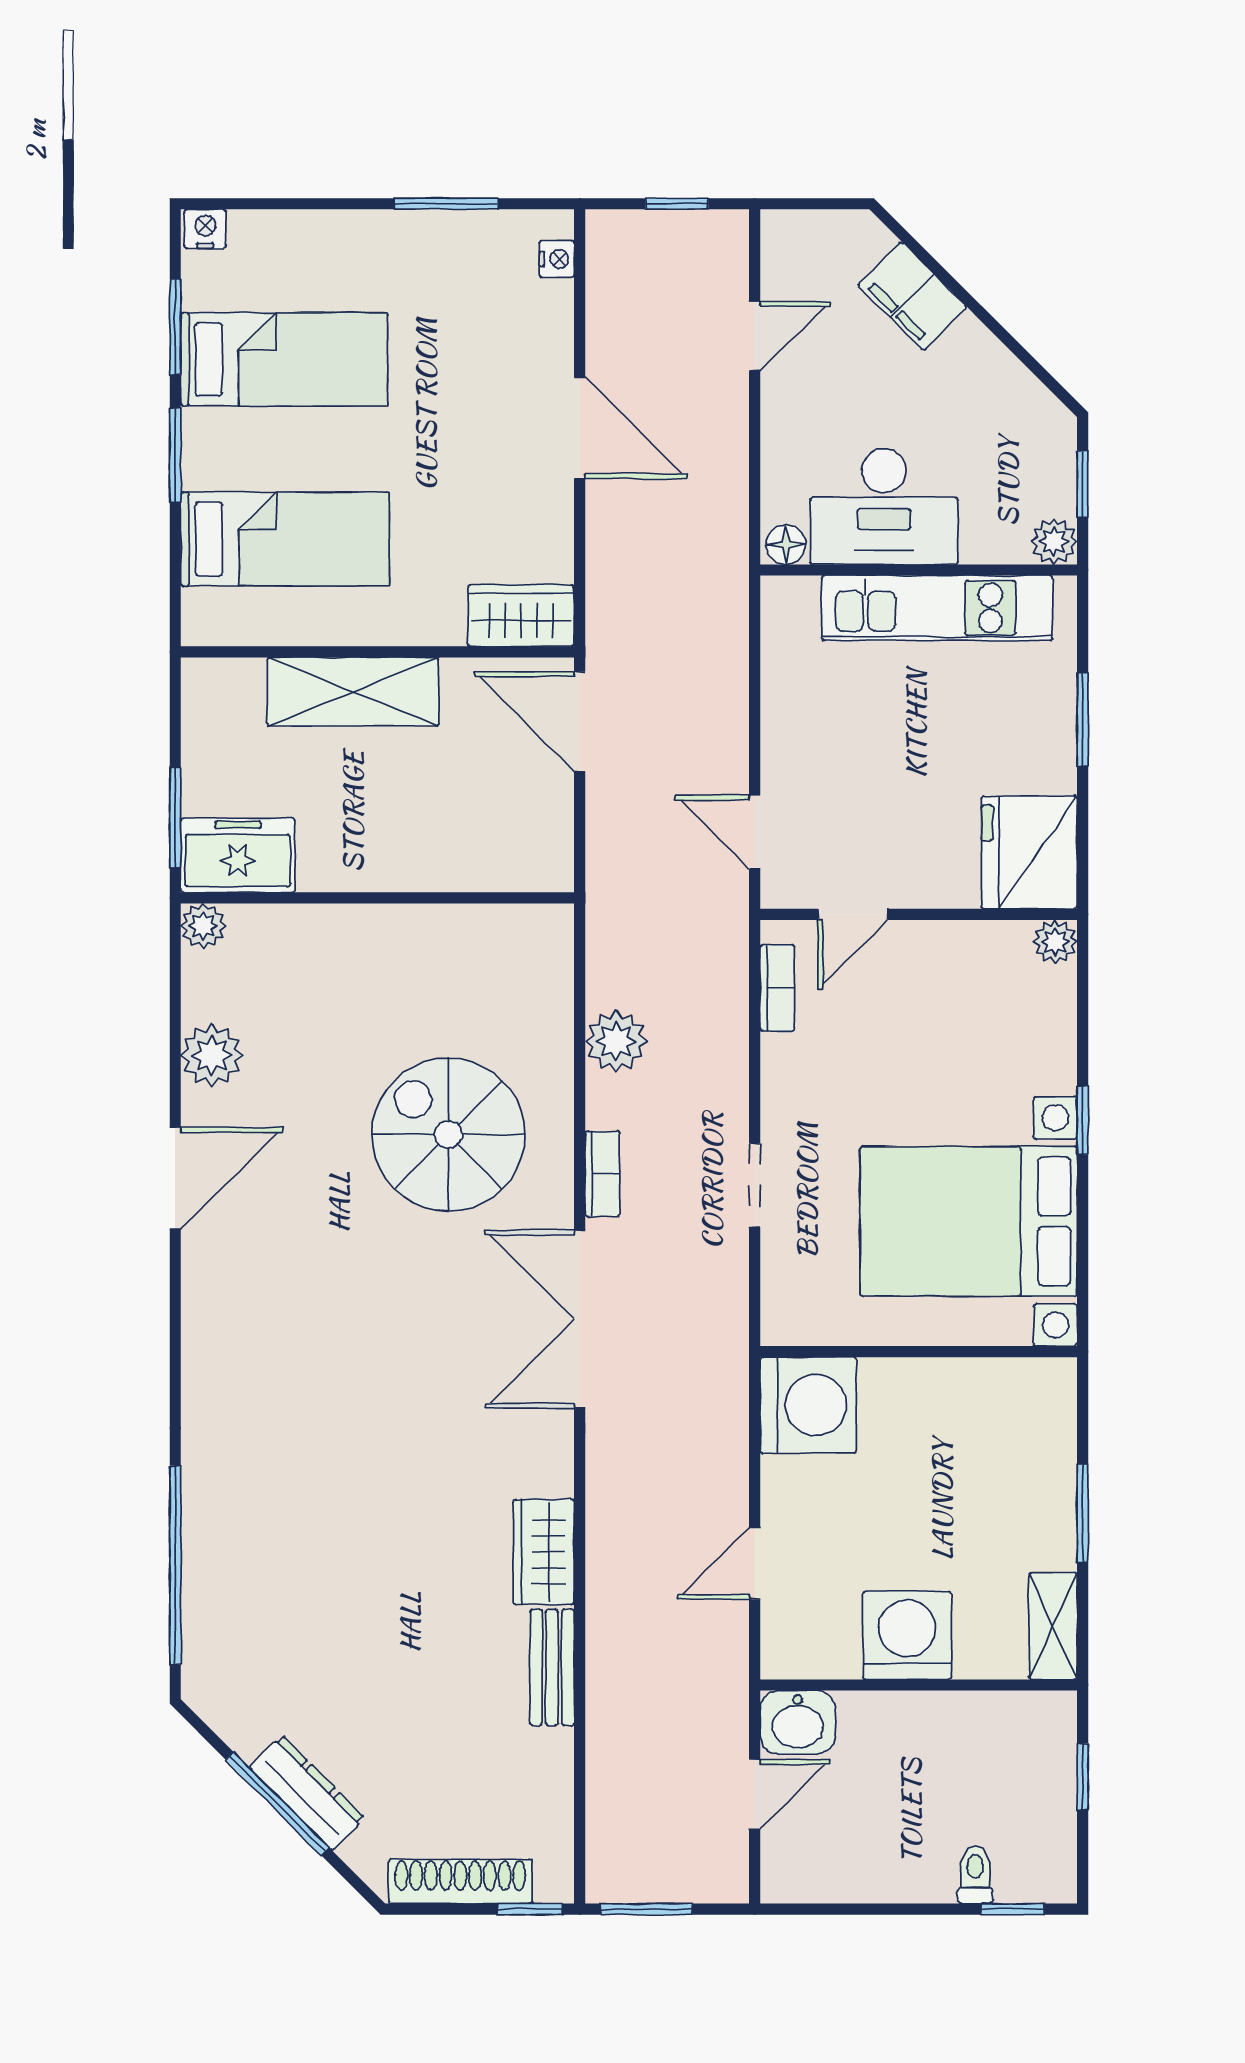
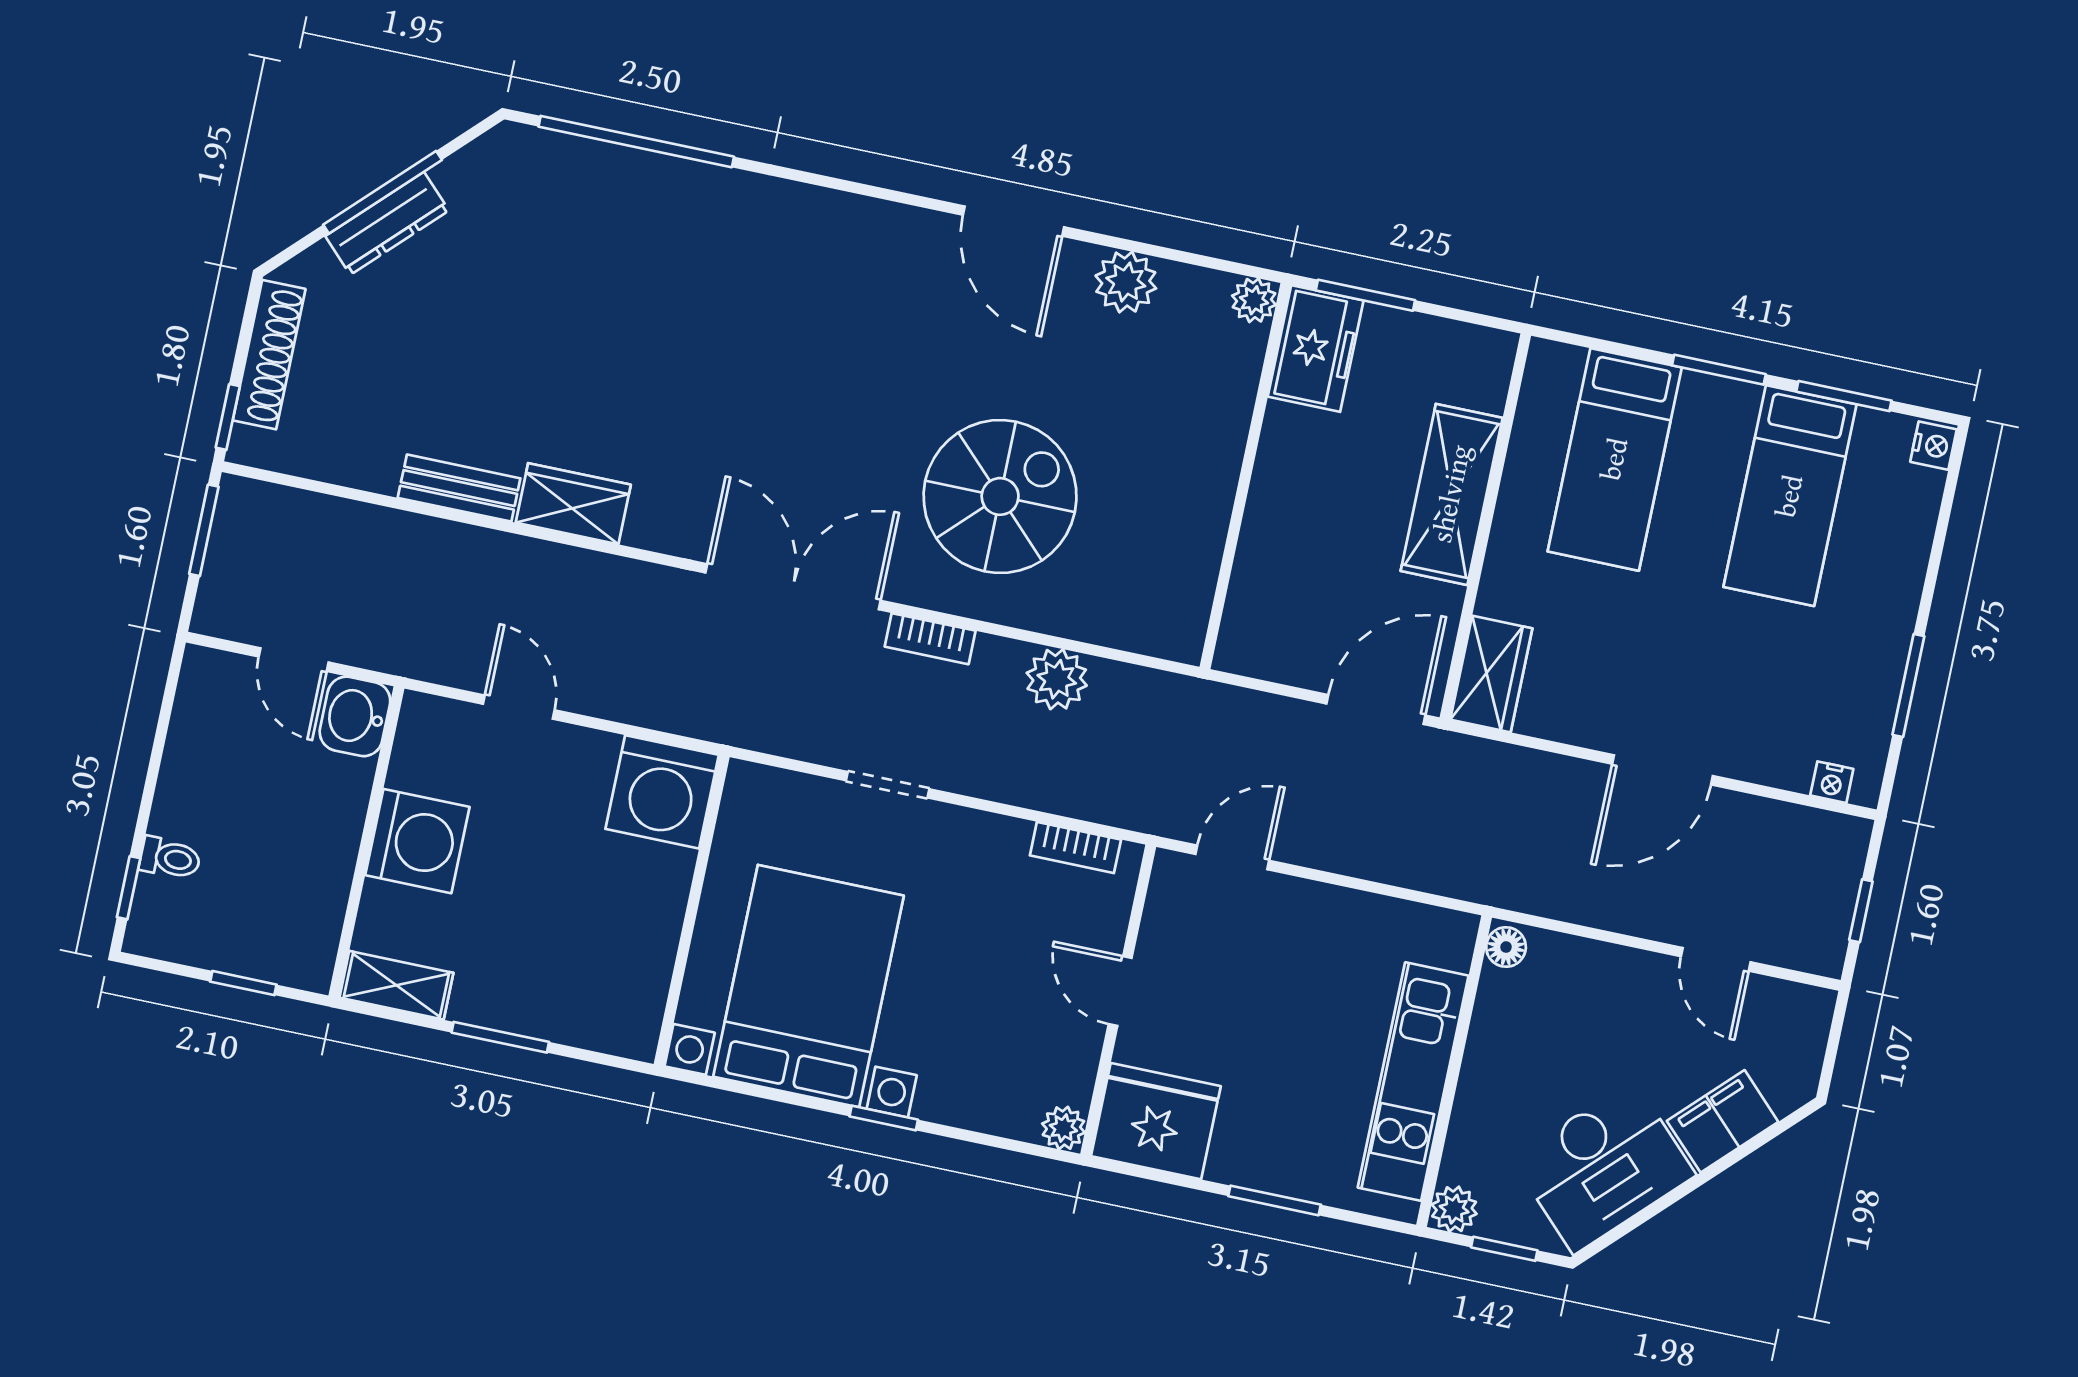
desk: (884, 506) -> (1604, 1167), moved, turned -135
door: (853, 914) -> (1120, 991), moved

